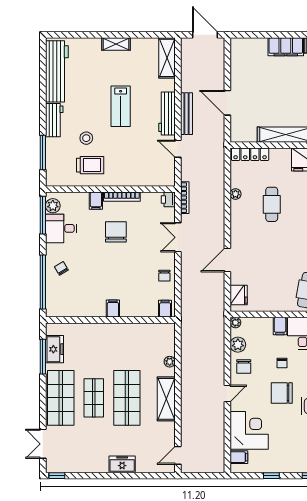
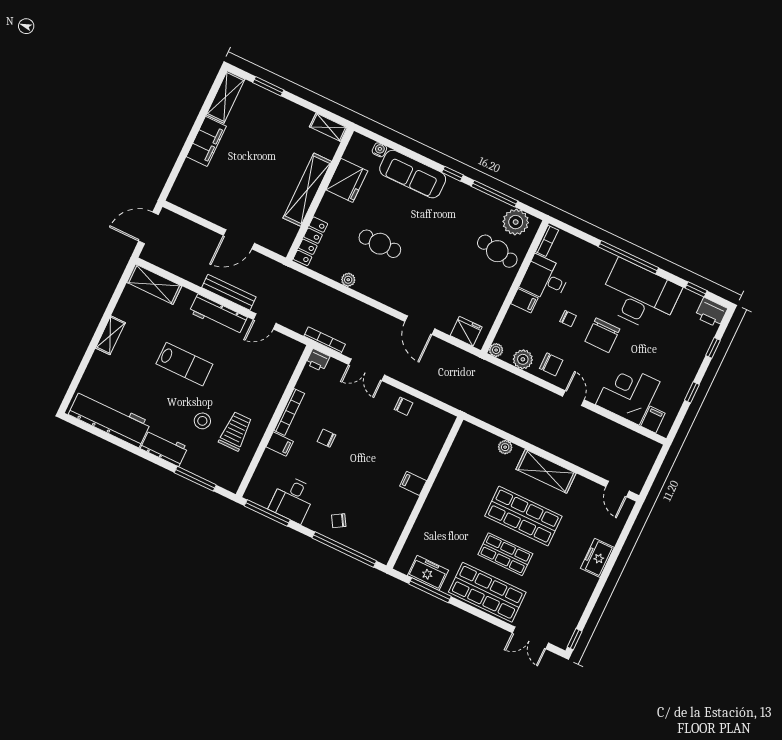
plant: (53, 206) -> (262, 496), removed
chair: (116, 232) -> (327, 438), width x0.54, depth x0.54
filing cabinet: (165, 309) -> (442, 423), removed

